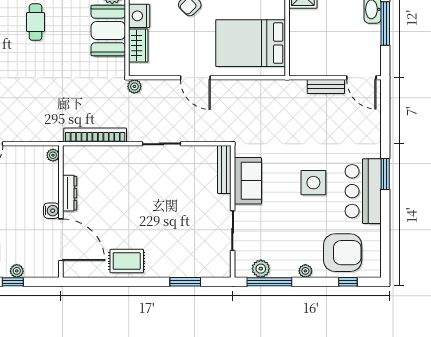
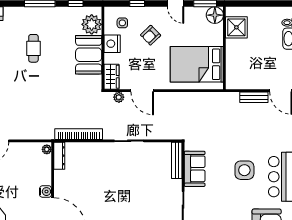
wardrobe: (138, 46) -> (111, 77), moved
door: (195, 78) -> (142, 91), moved
plant: (134, 86) -> (119, 97), moved
dresser: (70, 193) -> (59, 156), moved

